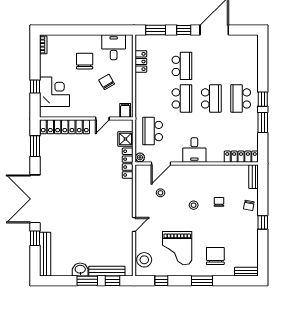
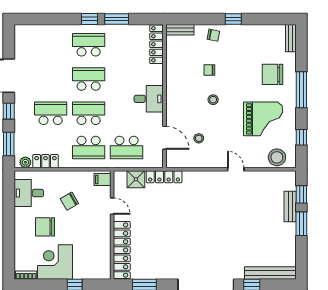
corner desk: (54, 92) -> (55, 262), moved
school desk: (153, 98) -> (89, 148), added
school desk: (241, 98) -> (89, 45), turned 180
plant: (140, 157) -> (25, 162), moved
washbasin: (80, 270) -> (288, 232), removed
bench: (107, 271) -> (290, 206), width x0.73
window: (202, 281) -> (301, 90), width x1.44

